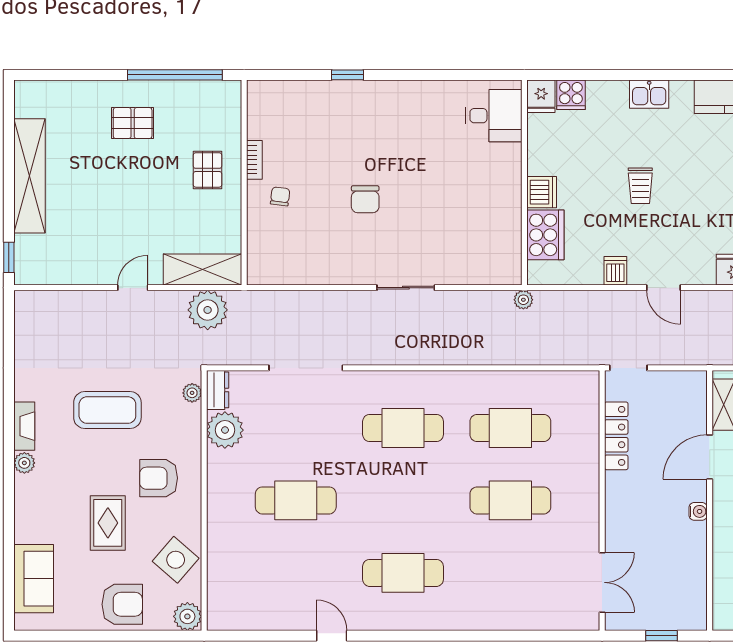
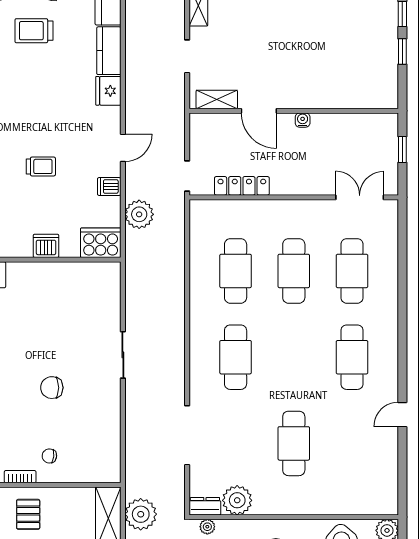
pallet: (208, 170) -> (28, 514), turned 90
chair: (365, 199) -> (52, 388), turned 180
cooker: (545, 235) -> (101, 243), moved
plant: (523, 300) -> (139, 214), moved, width x1.88, depth x1.88
cafe table: (510, 573) -> (352, 271), added

